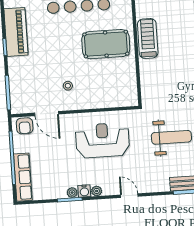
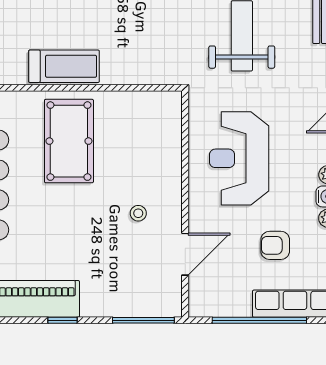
treadmill: (148, 38) -> (64, 66), turned 180
armchair: (25, 126) -> (275, 245), moved, turned 180

